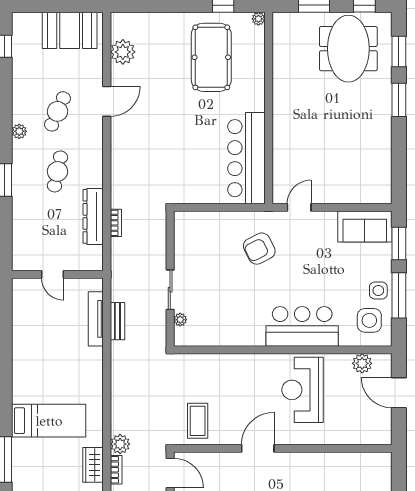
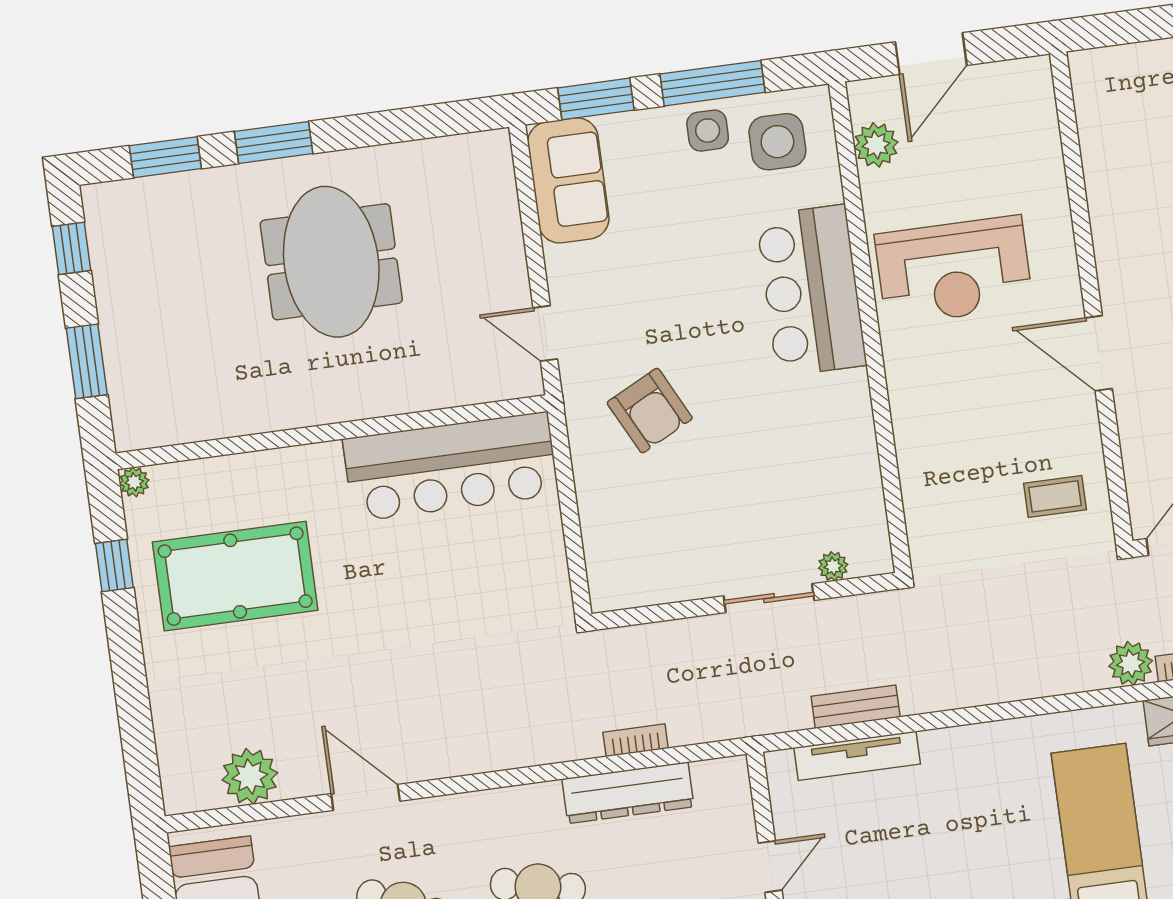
meeting table: (348, 49) -> (331, 262), moved, turned 90
coffee table: (198, 421) -> (1055, 496), width x0.73, depth x0.77

